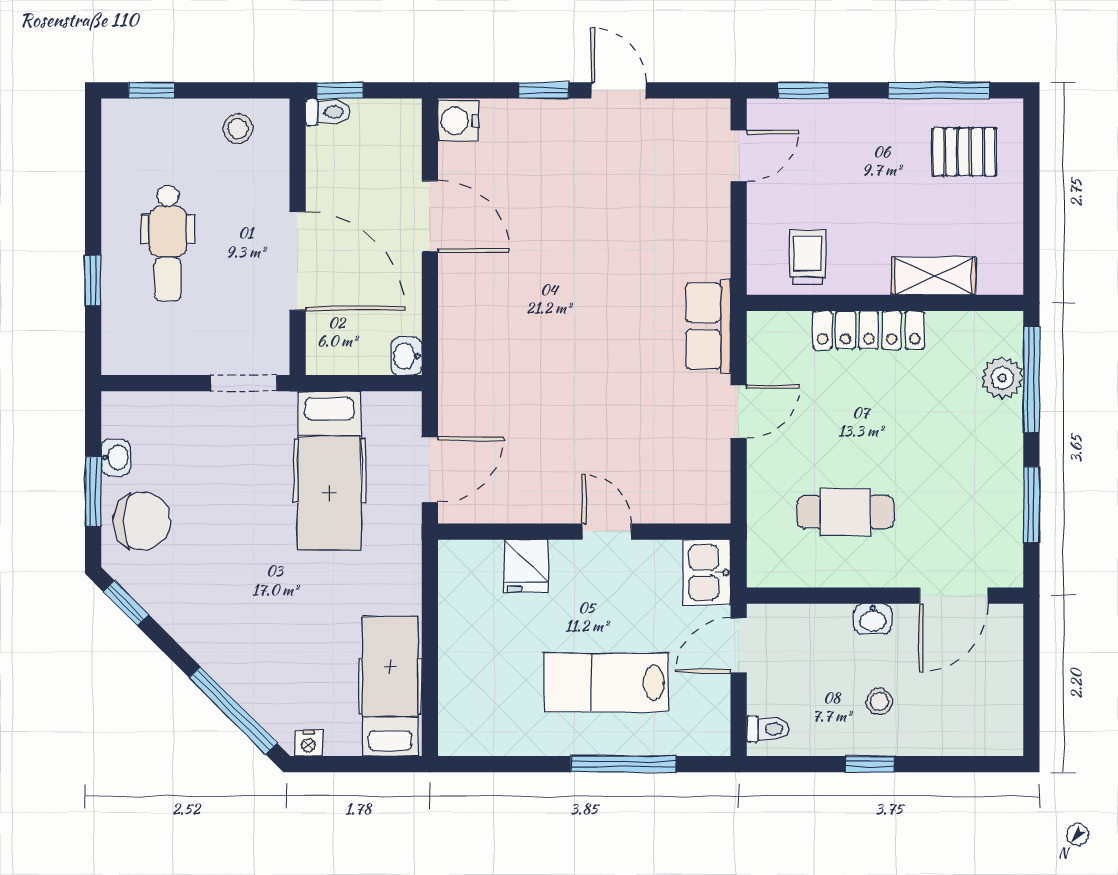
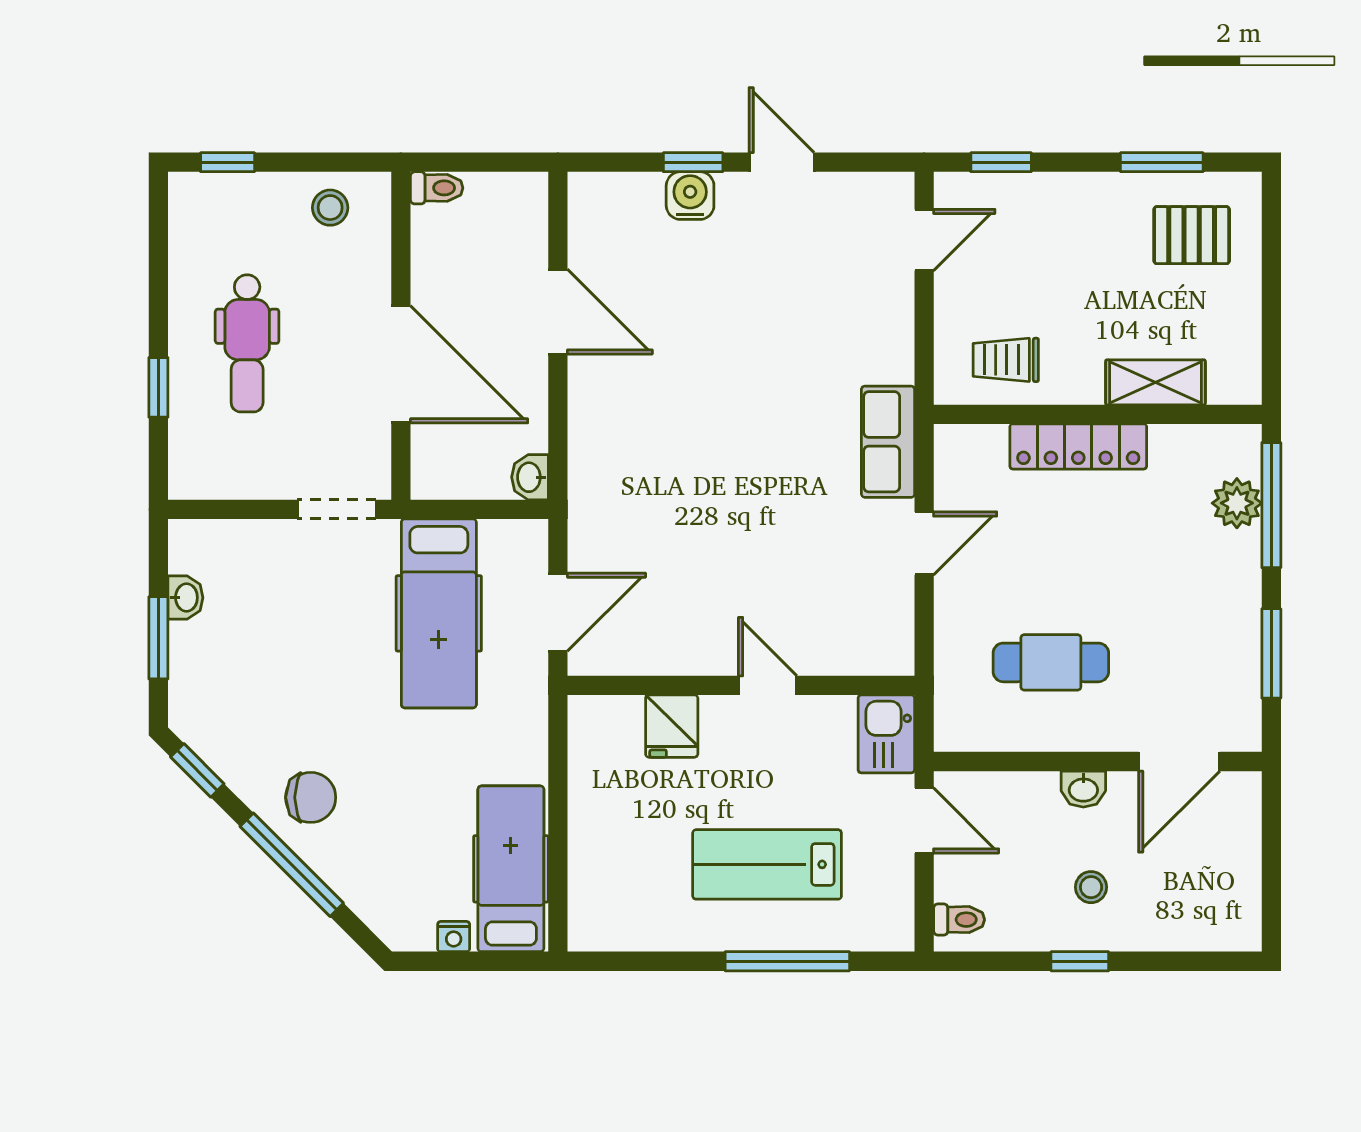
window: (340, 90) -> (451, 162), removed
window: (939, 90) -> (1162, 162), width x0.69
water cooler: (458, 121) -> (690, 196), moved, turned 90
trolley: (807, 257) -> (1006, 360), turned -90
chair: (142, 521) -> (311, 797), moved, width x0.73, depth x0.73
door: (739, 645) -> (924, 820), swing flipped
window: (233, 710) -> (292, 865), moved
nightstand: (308, 743) -> (454, 937), moved

